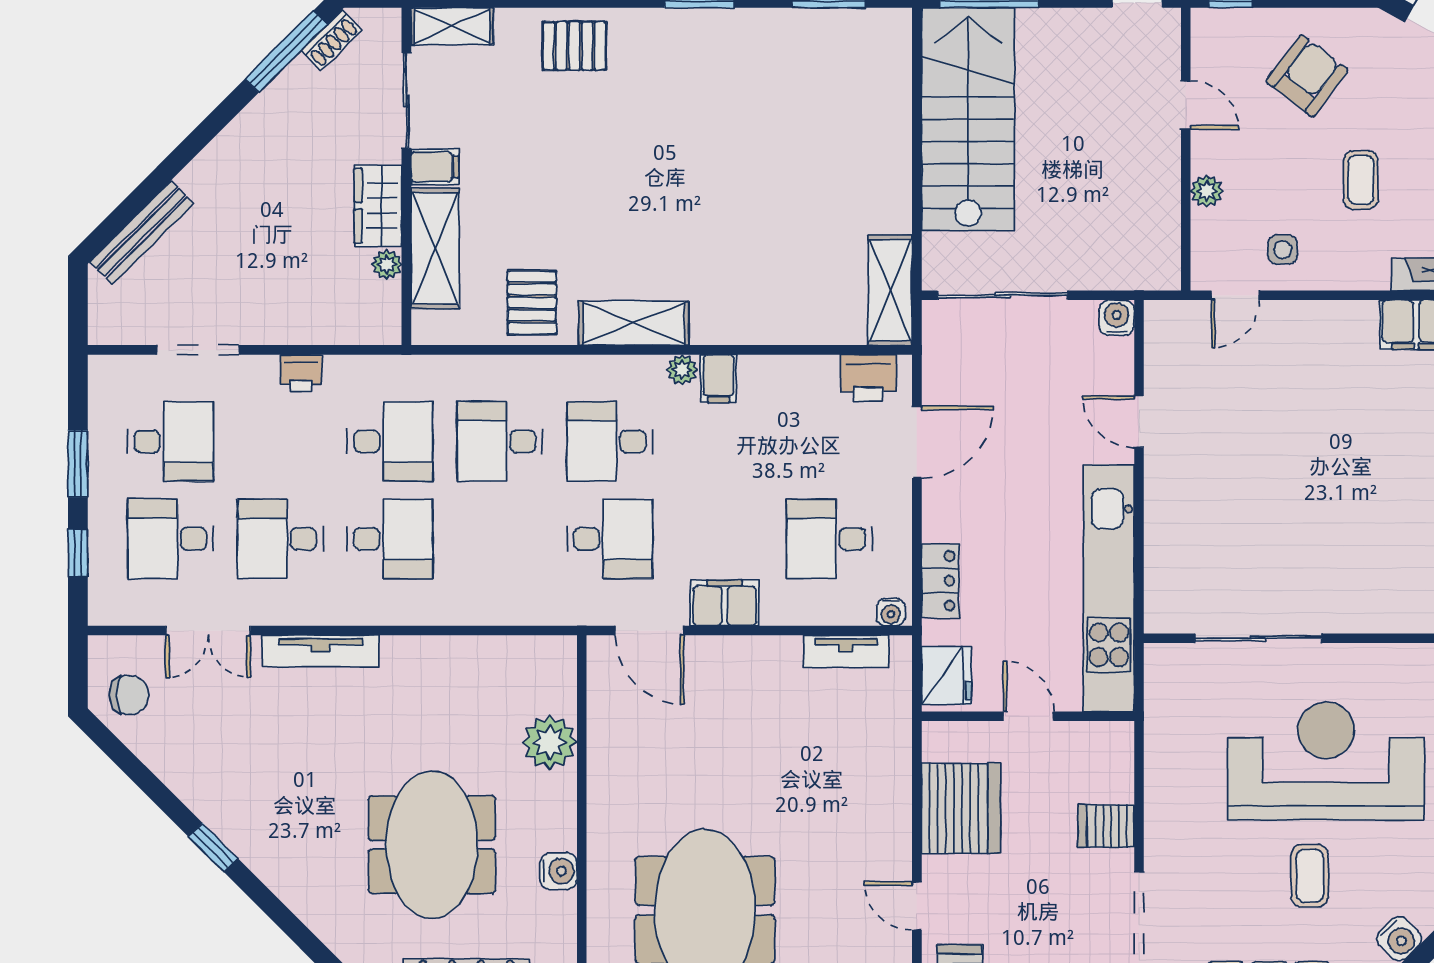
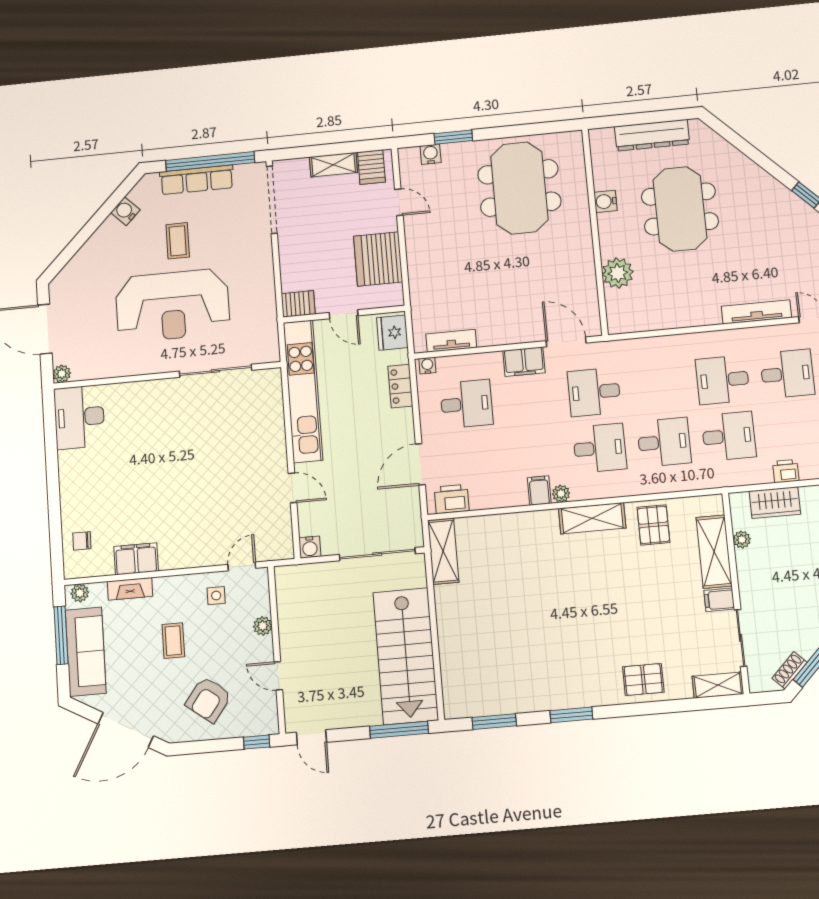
wardrobe: (378, 206) -> (775, 503), moved, turned 90
desk: (390, 441) -> (729, 436), turned 180
server rack: (1106, 826) -> (298, 304), moved

